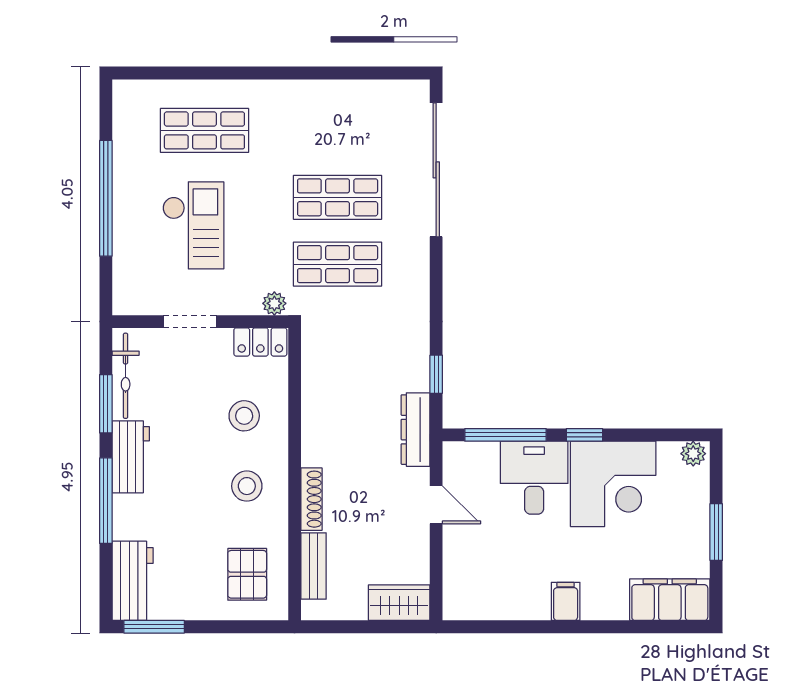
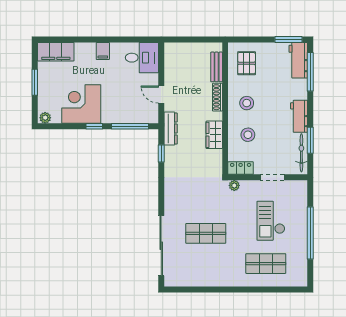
shop shelf: (338, 264) -> (206, 203), removed
desk: (534, 478) -> (142, 58), moved, turned -90
window: (106, 501) -> (310, 72), moved
wardrobe: (399, 603) -> (214, 135), moved, turned 90

